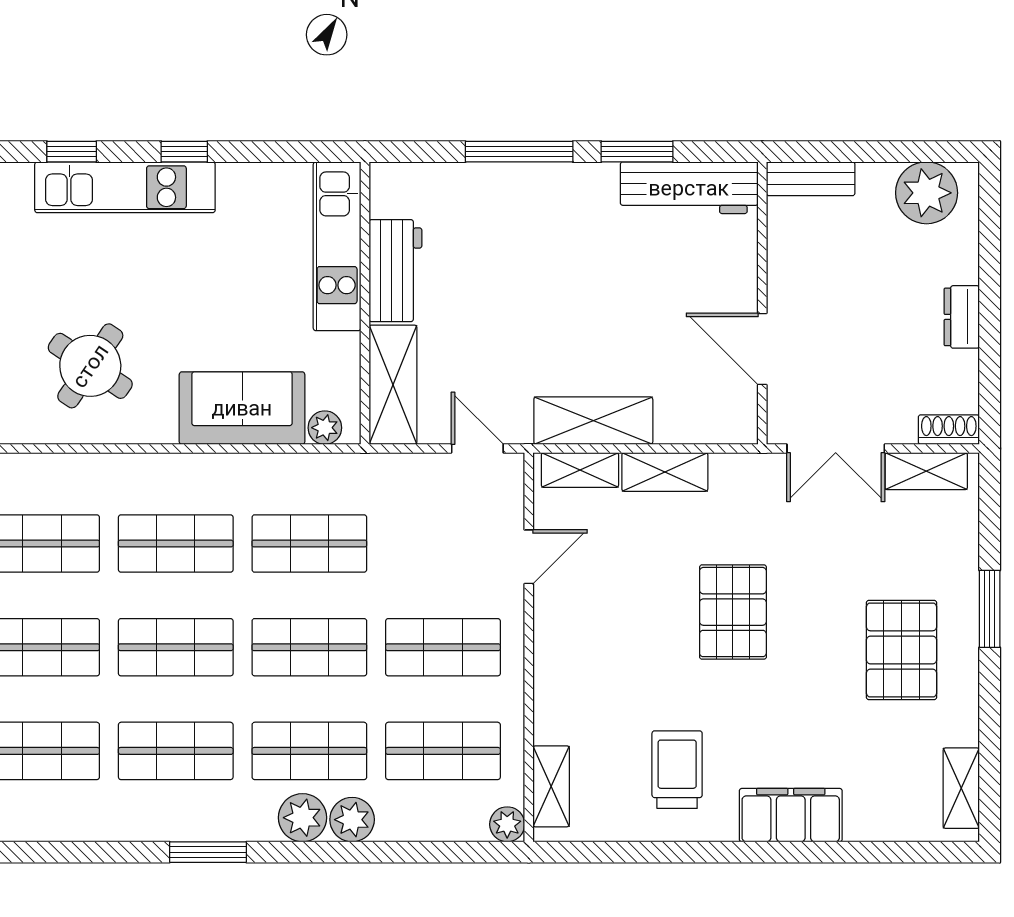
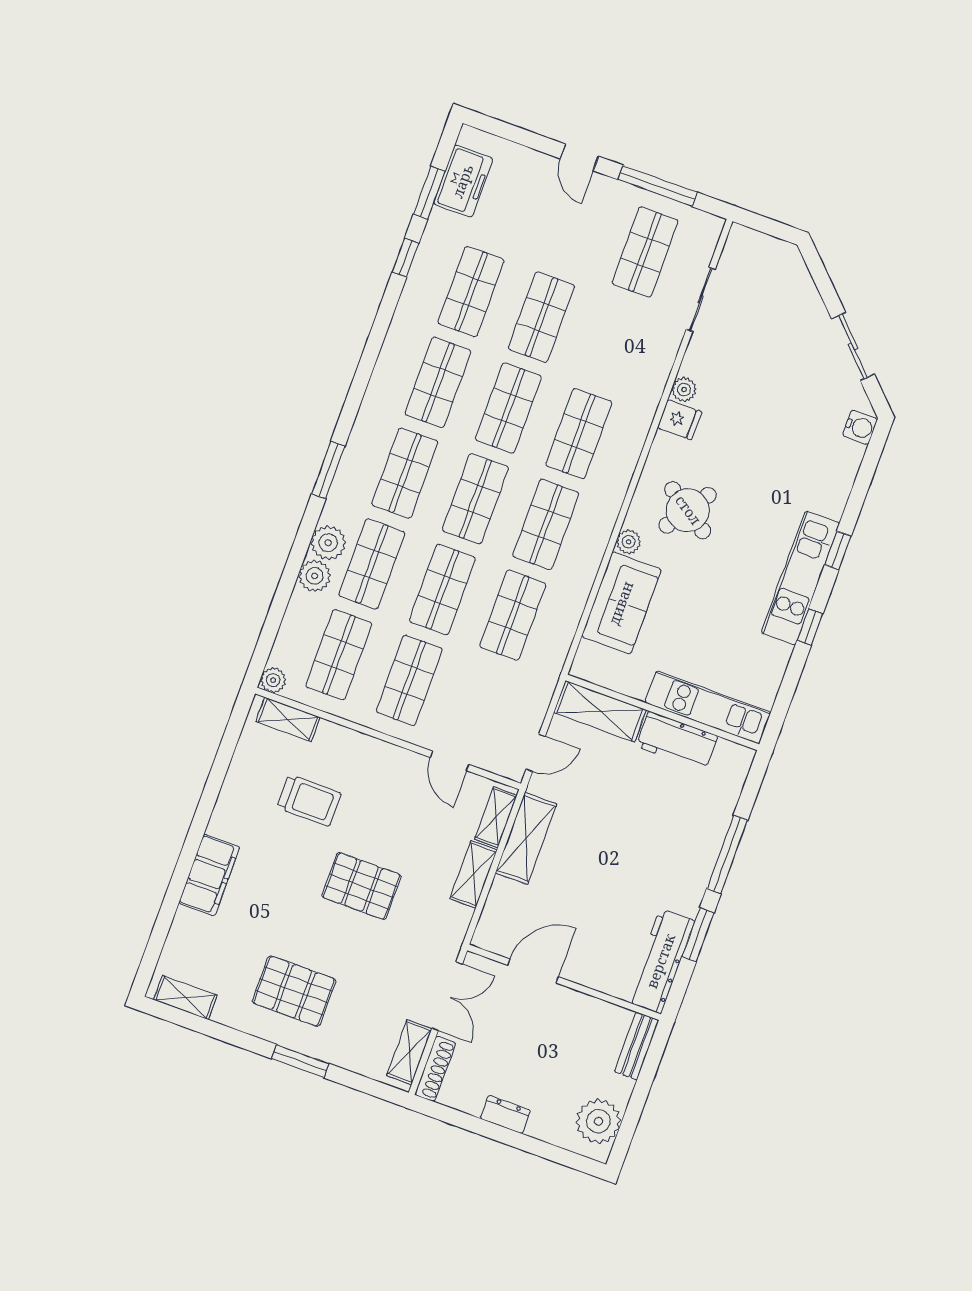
plant: (325, 428) -> (629, 542), moved
shoe rack: (949, 430) -> (435, 1069), width x1.43
double door: (836, 449) -> (447, 996), swing flipped
trolley: (677, 770) -> (309, 800), moved

